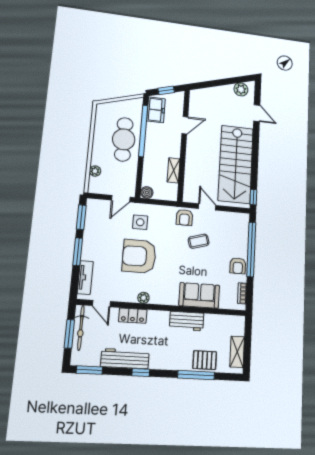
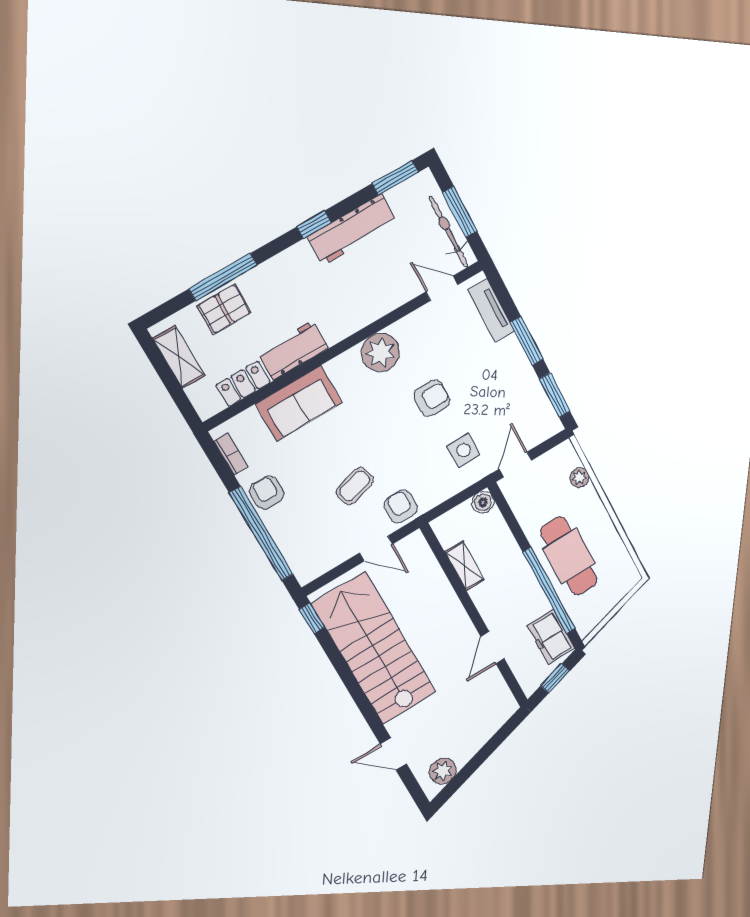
armchair: (139, 256) -> (432, 398), width x0.53, depth x0.53
plant: (143, 298) -> (380, 352), width x1.87, depth x1.87
locker: (133, 316) -> (243, 384), moved

